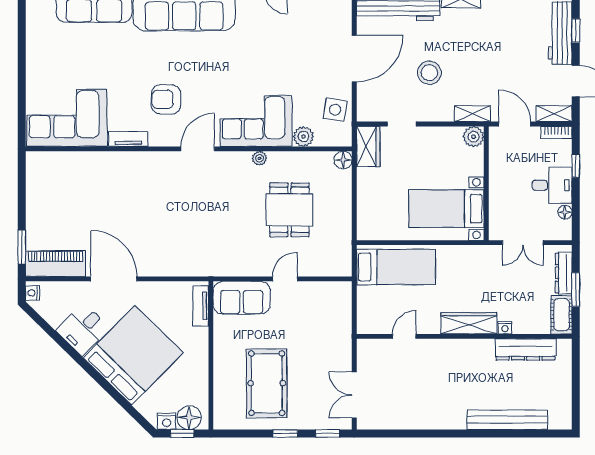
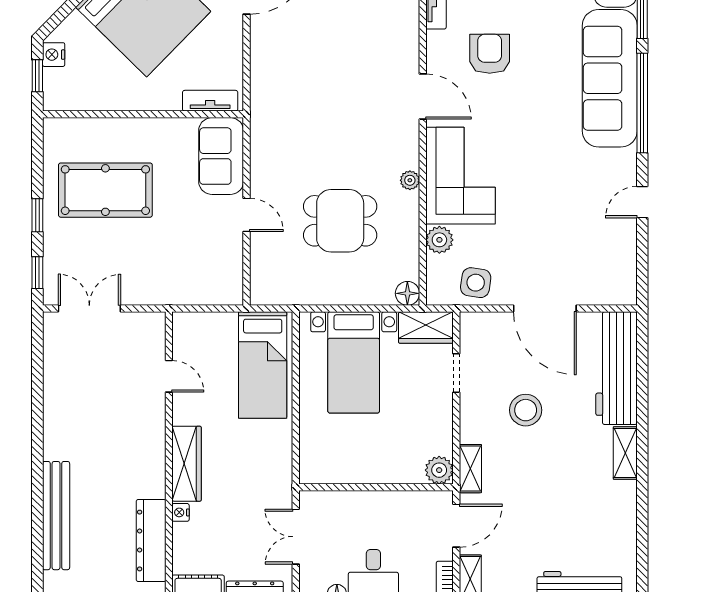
bed with nightstands: (446, 209) -> (354, 362), moved, turned 180
floor lamp: (189, 418) -> (59, 85), removed

